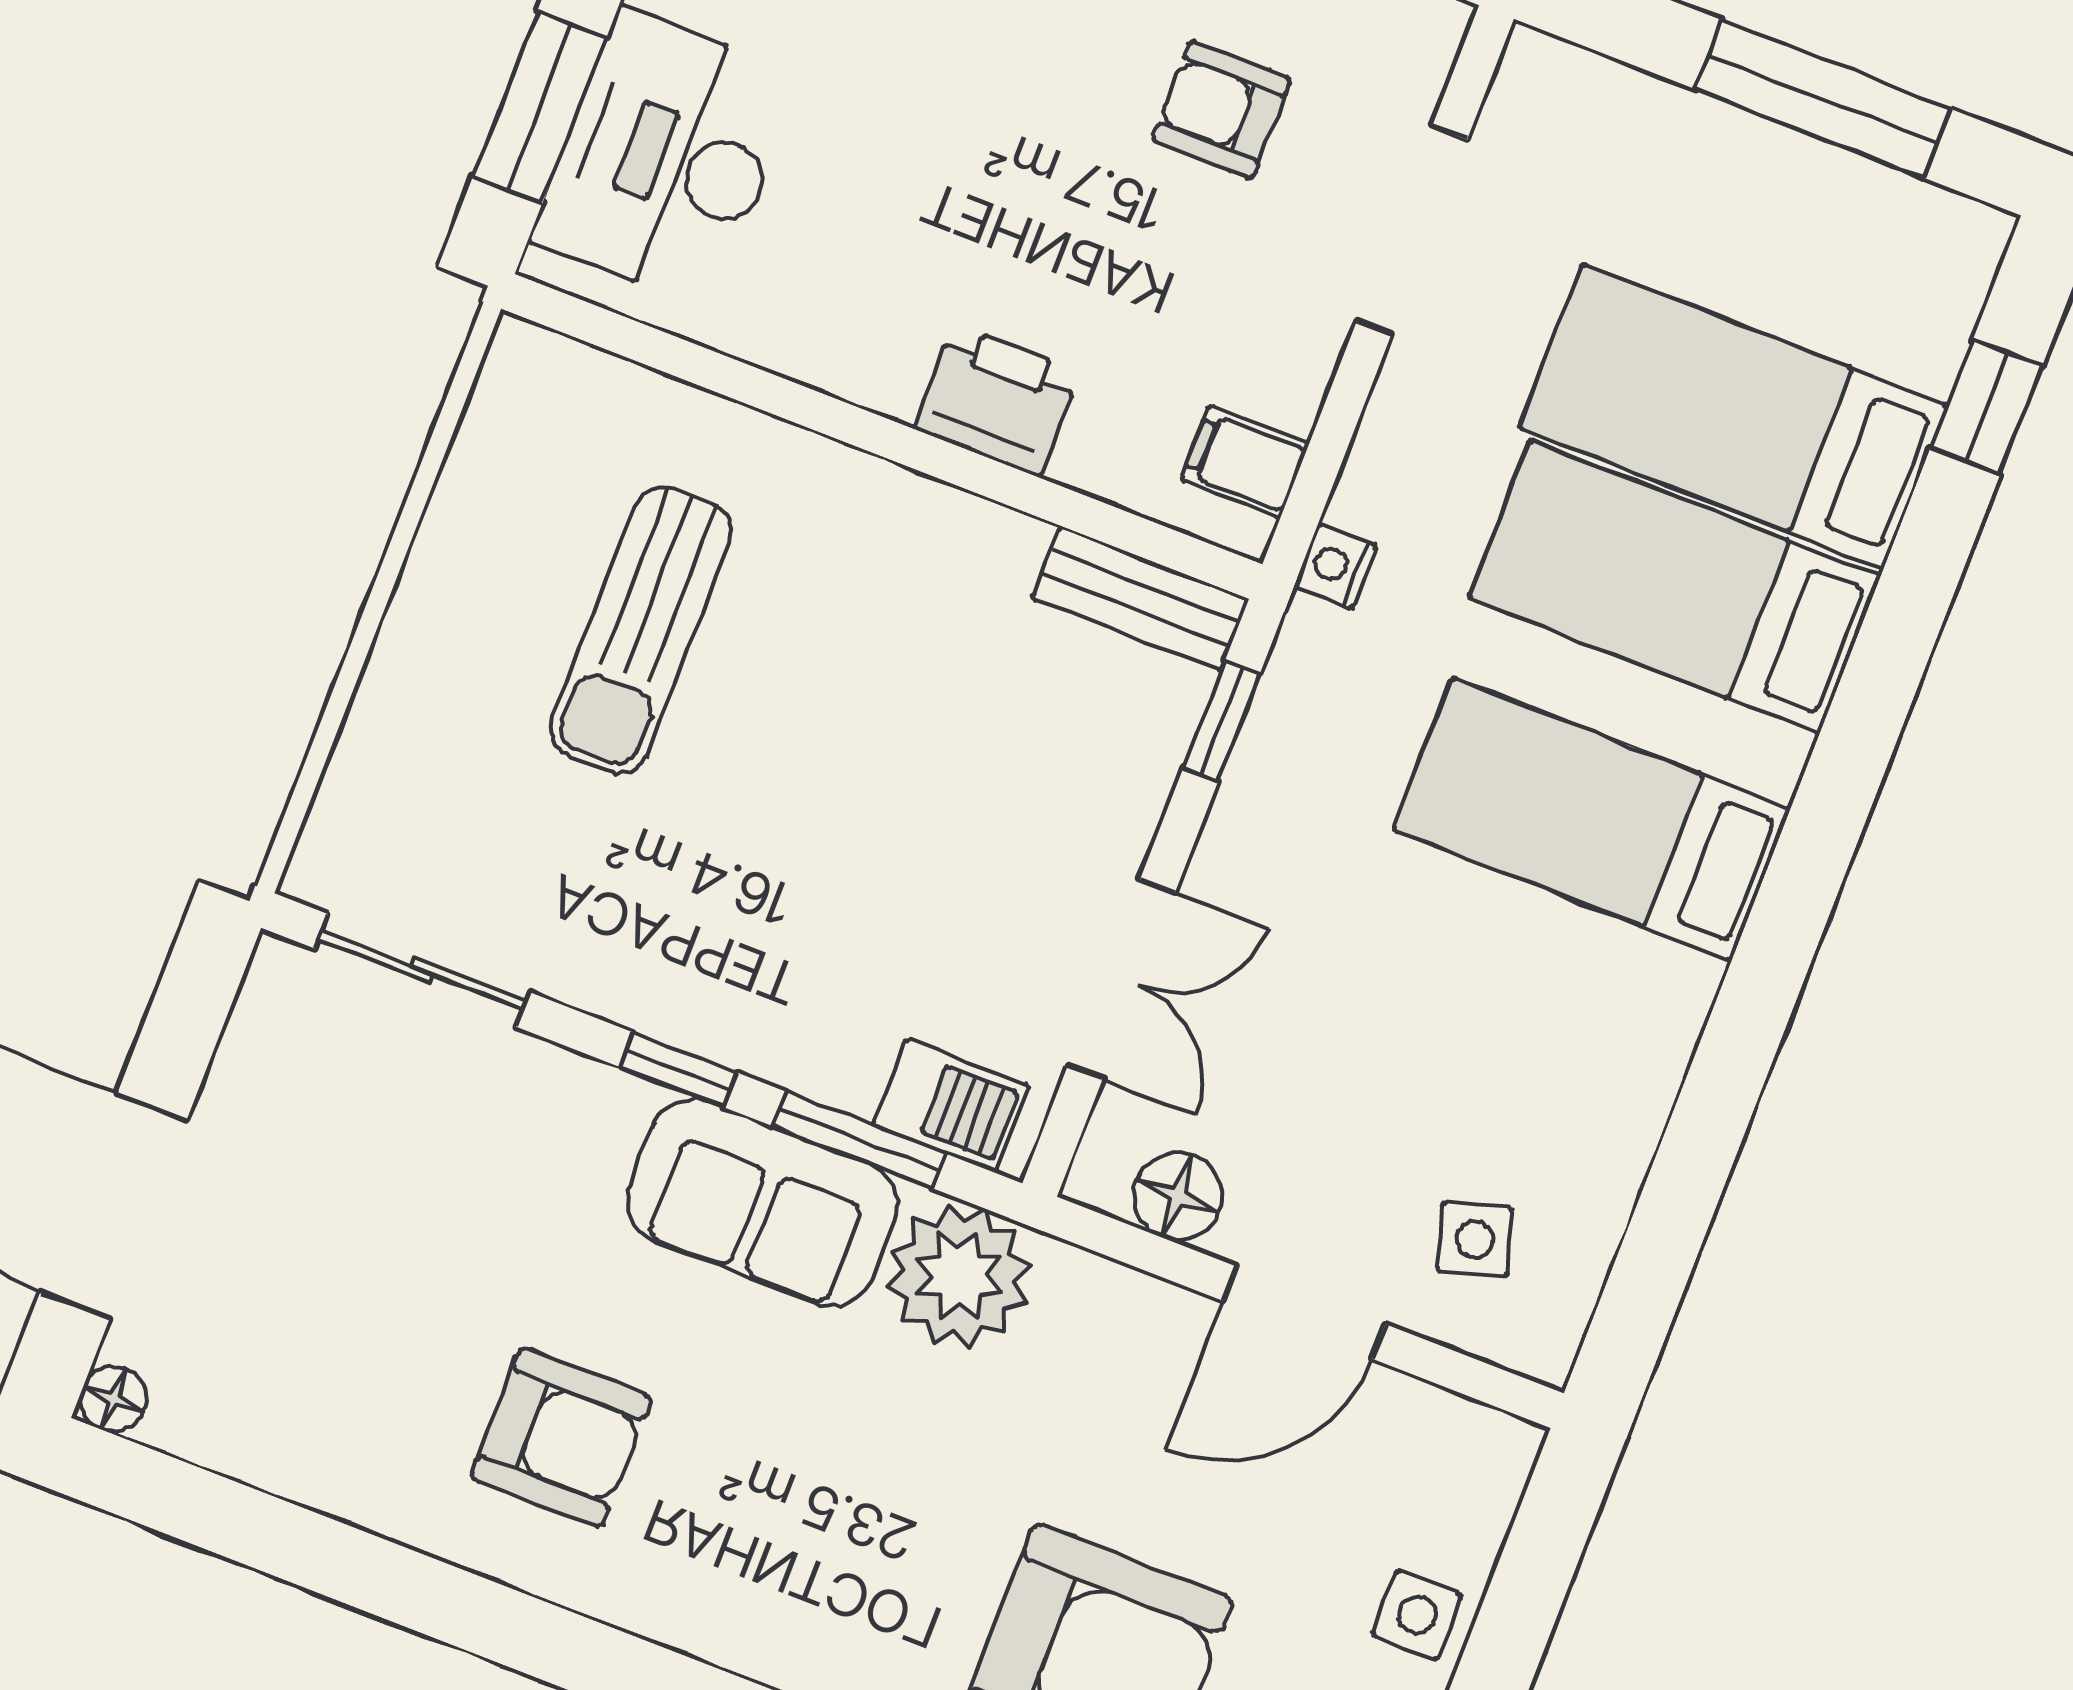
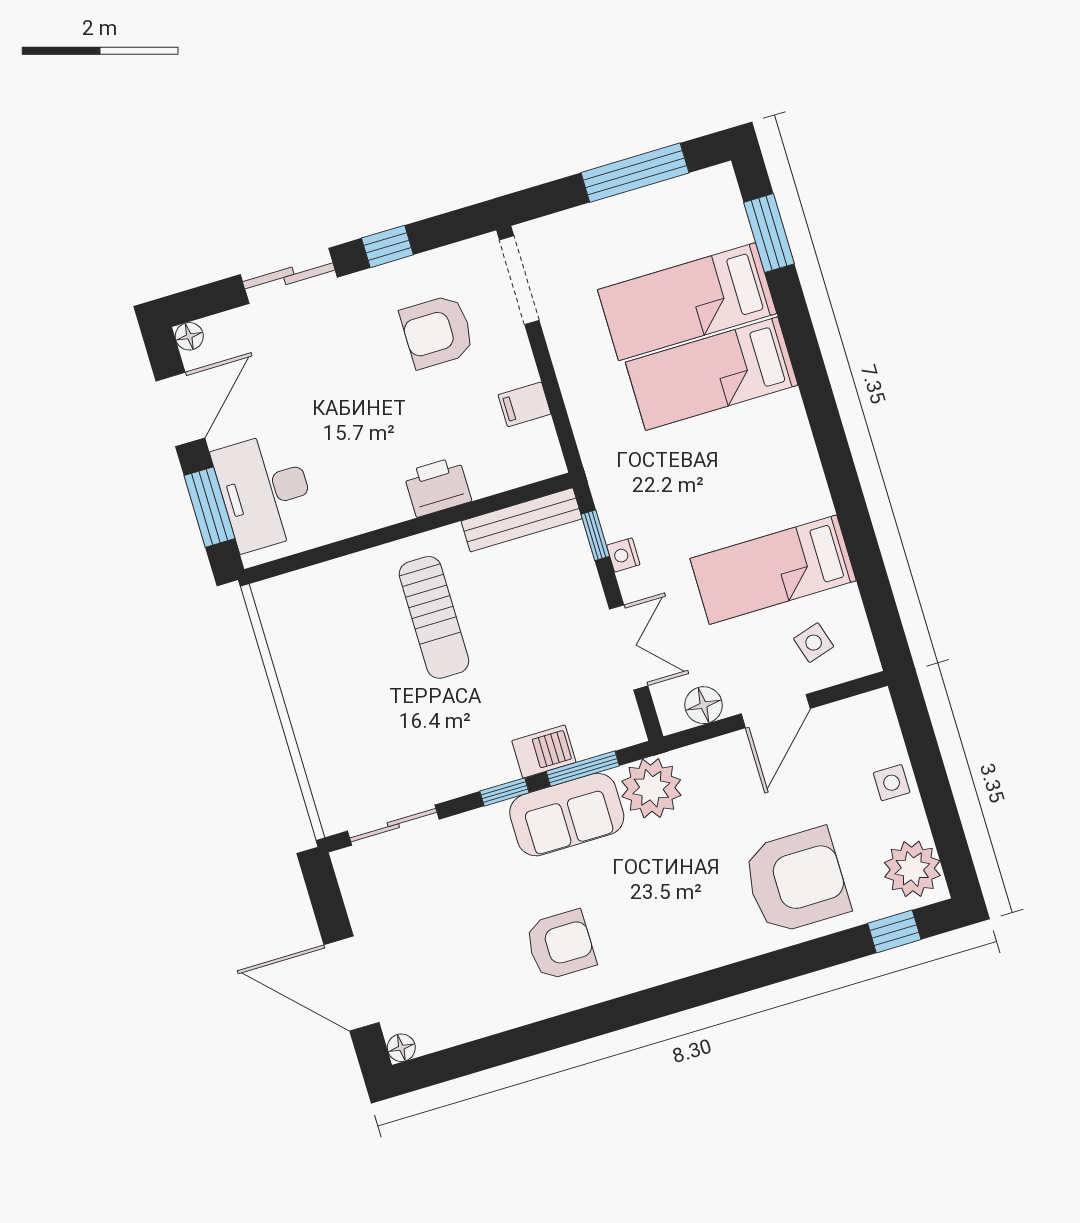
armchair: (1221, 109) -> (437, 332), width x1.38, depth x1.38
doorway: (1412, 230) -> (519, 280), moved
window: (1986, 407) -> (769, 233), width x1.50
filing cabinet: (1245, 462) -> (525, 404), moved
nightstand: (1336, 566) -> (623, 555), moved
bench: (1141, 598) -> (522, 520), width x1.36
sun lounger: (641, 630) -> (434, 617), moved
bed: (1592, 819) -> (773, 570), moved
barbecue: (951, 1106) -> (544, 751), moved

